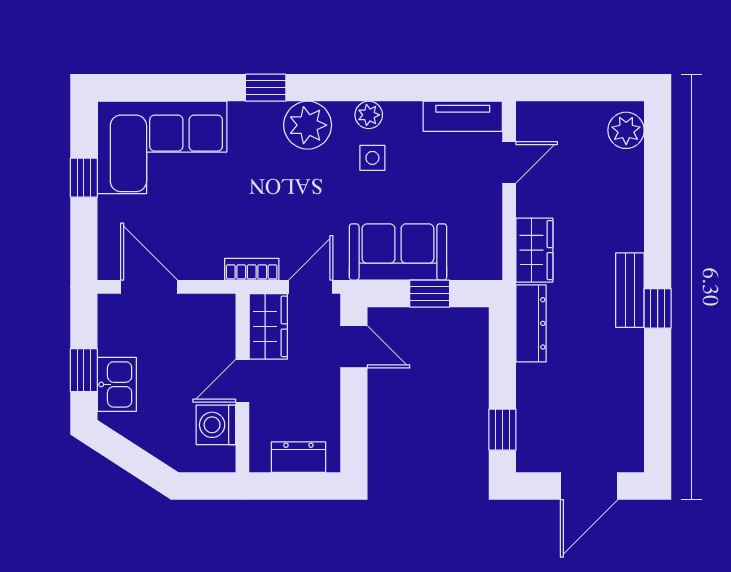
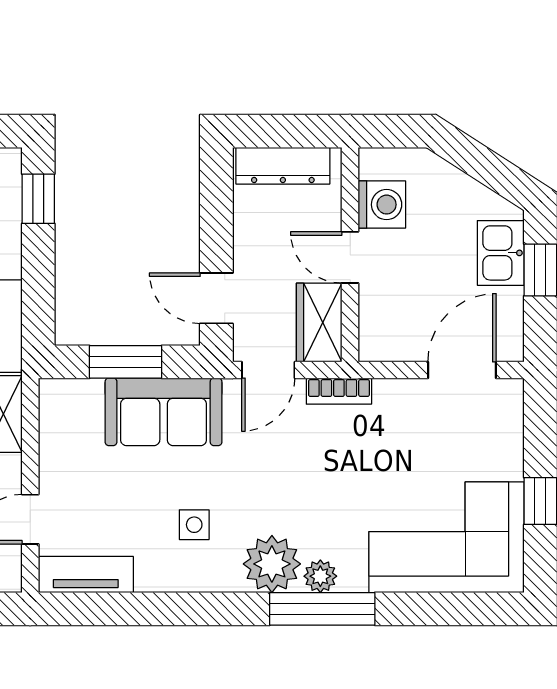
window: (266, 88) -> (322, 609), width x2.17
plant: (369, 115) -> (320, 576), moved
door: (149, 287) -> (462, 370), swing flipped
window: (430, 294) -> (126, 362), width x1.50
door: (242, 381) -> (350, 257), swing flipped
dresser: (298, 457) -> (283, 166), width x1.44

